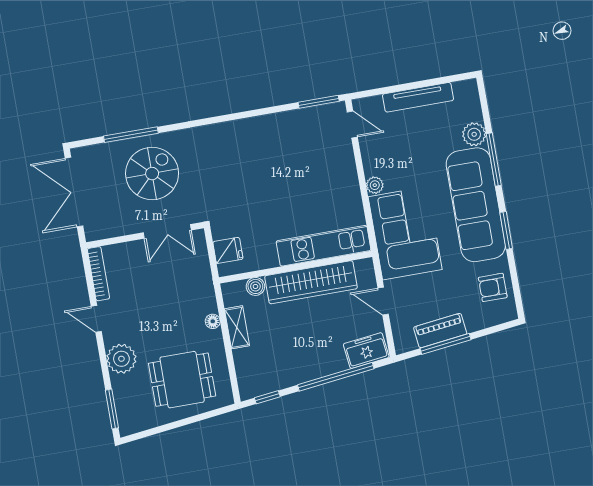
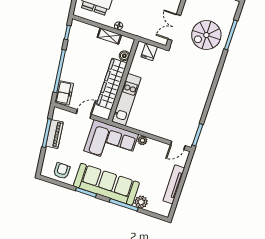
spiral stairs: (152, 174) -> (206, 35), turned 90

